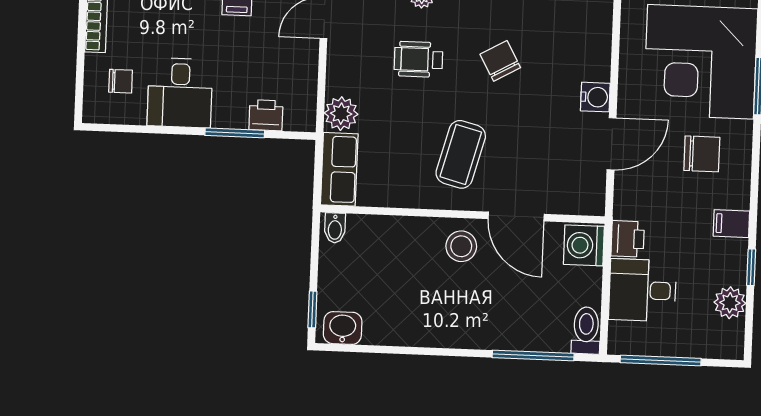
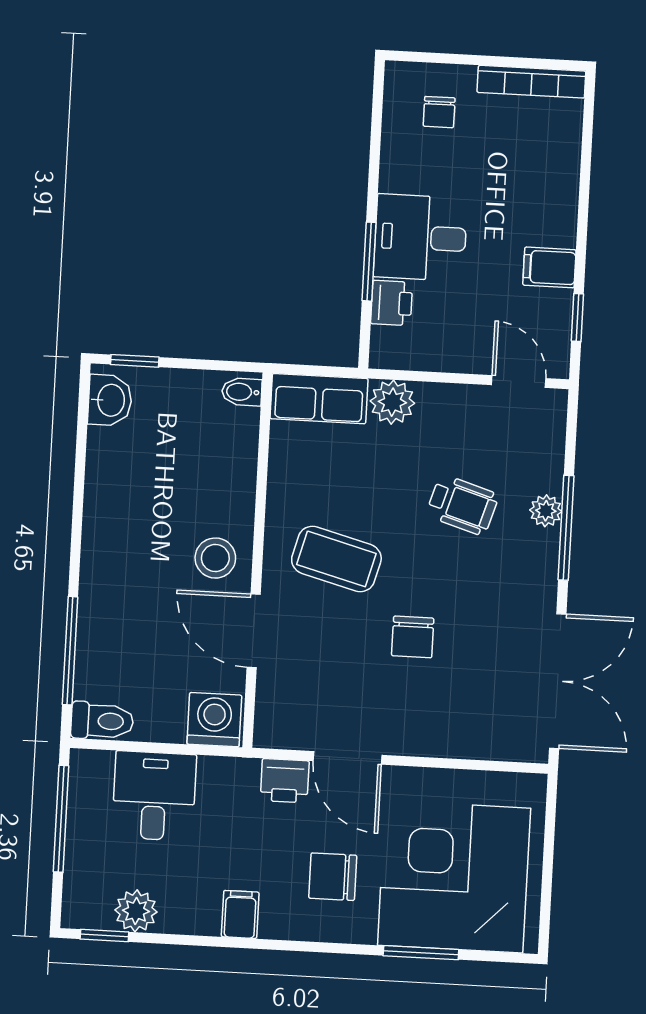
wheelchair: (418, 59) -> (462, 505), turned 107
chair: (500, 61) -> (413, 637), moved, turned 119
desk: (180, 93) -> (420, 238), moved
water cooler: (595, 97) -> (409, 737), removed
chair: (702, 154) -> (333, 877), turned 90
door: (516, 216) -> (254, 631), hinge flipped
printer: (628, 239) -> (285, 781), moved
window: (751, 267) -> (104, 935), moved

